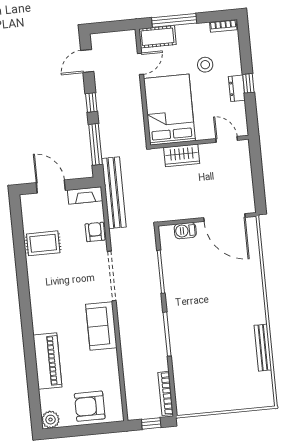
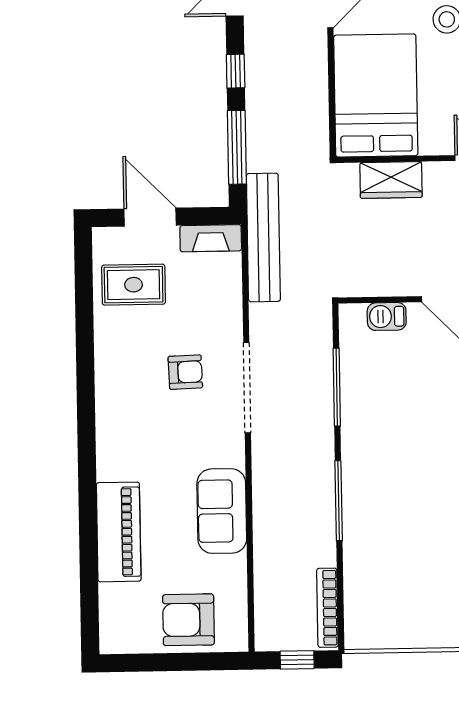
armchair: (95, 232) -> (185, 372), moved, turned 88
rug: (43, 243) -> (134, 285), moved
sofa: (101, 326) -> (222, 511), moved
plant: (51, 420) -> (116, 638), removed

